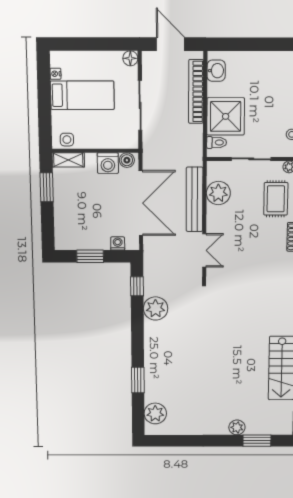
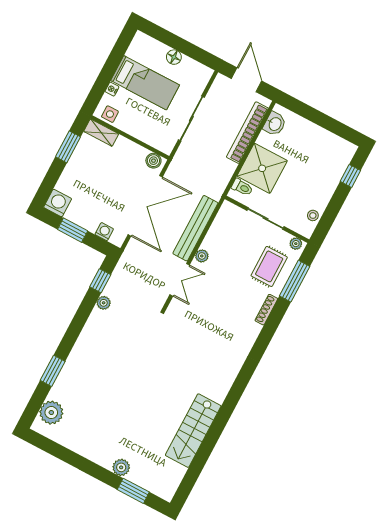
floor lamp: (130, 58) -> (174, 57), moved
nightstand: (55, 74) -> (112, 89), moved
washing machine: (108, 163) -> (58, 203), moved, turned 180
plant: (218, 193) -> (202, 256), moved, width x0.53, depth x0.53
plant: (156, 308) -> (104, 303), width x0.53, depth x0.53

